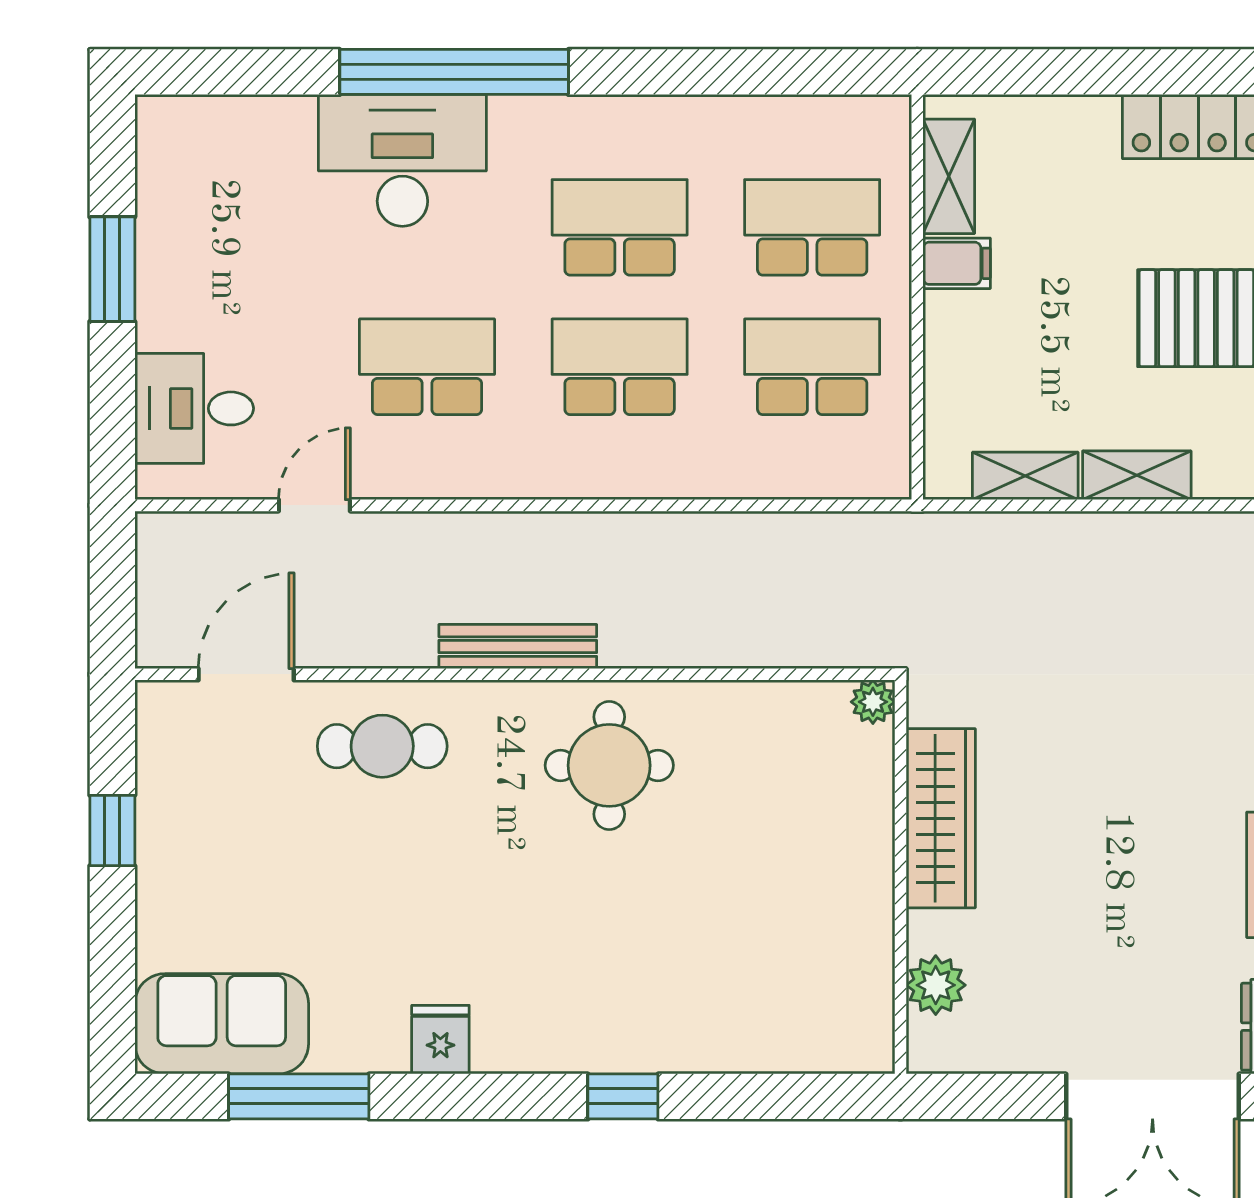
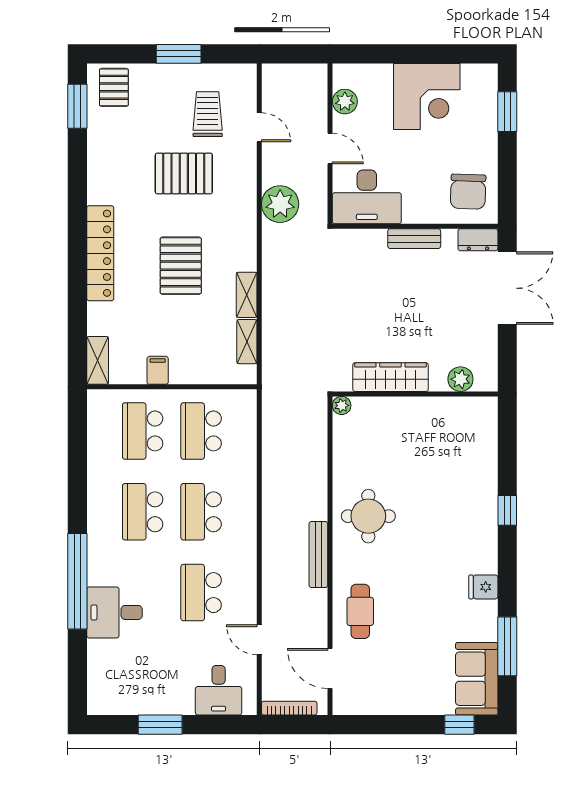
desk: (402, 160) -> (114, 612), width x0.73
shelving: (949, 176) -> (98, 360), moved, turned 90
bookcase: (152, 577) -> (289, 708), added
window: (112, 830) -> (459, 725), moved

